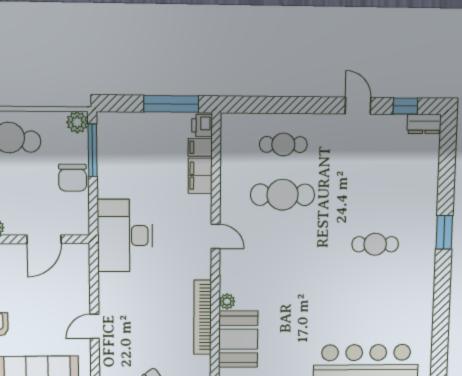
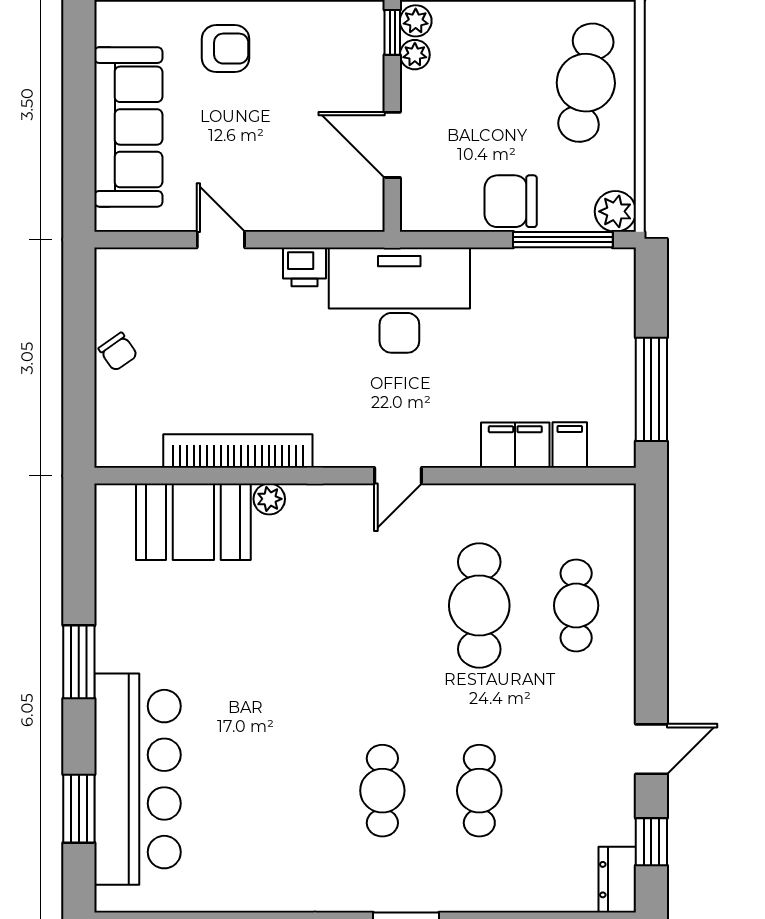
printer: (202, 125) -> (304, 267), moved, turned 180
cafe table: (377, 195) -> (479, 791), added

